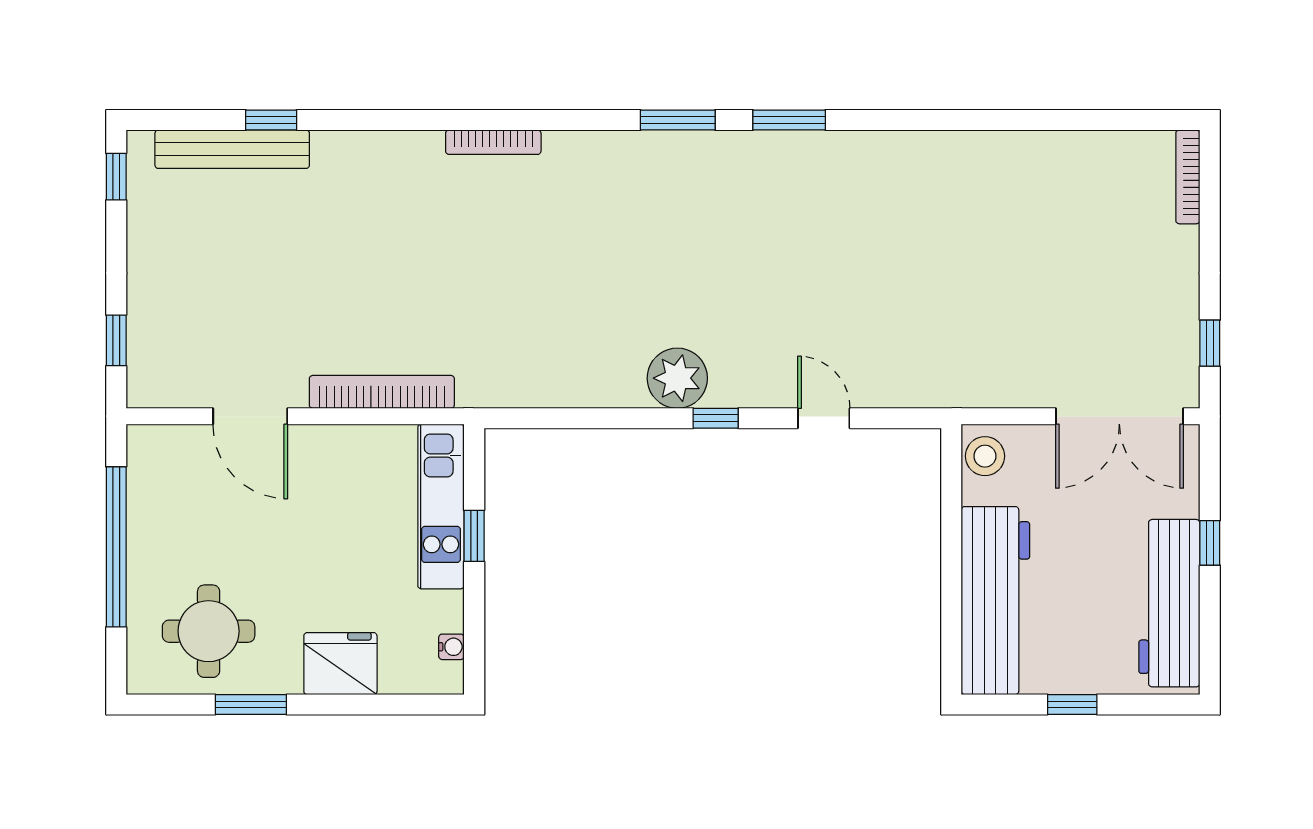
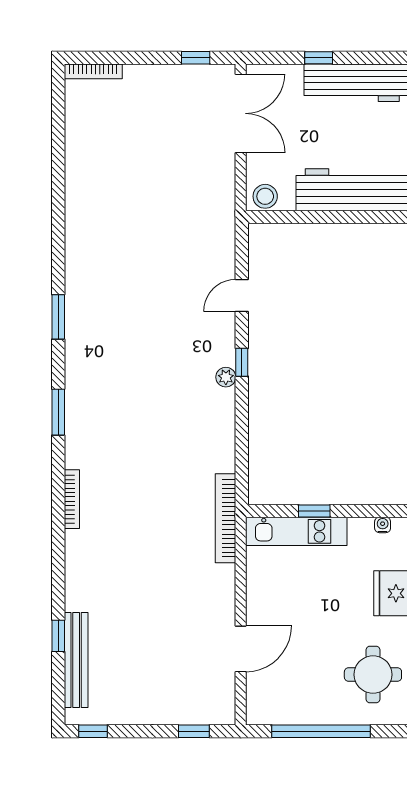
window: (678, 120) -> (58, 412), moved
plant: (677, 378) -> (226, 377), width x0.53, depth x0.53
bookcase: (382, 392) -> (226, 518), moved

